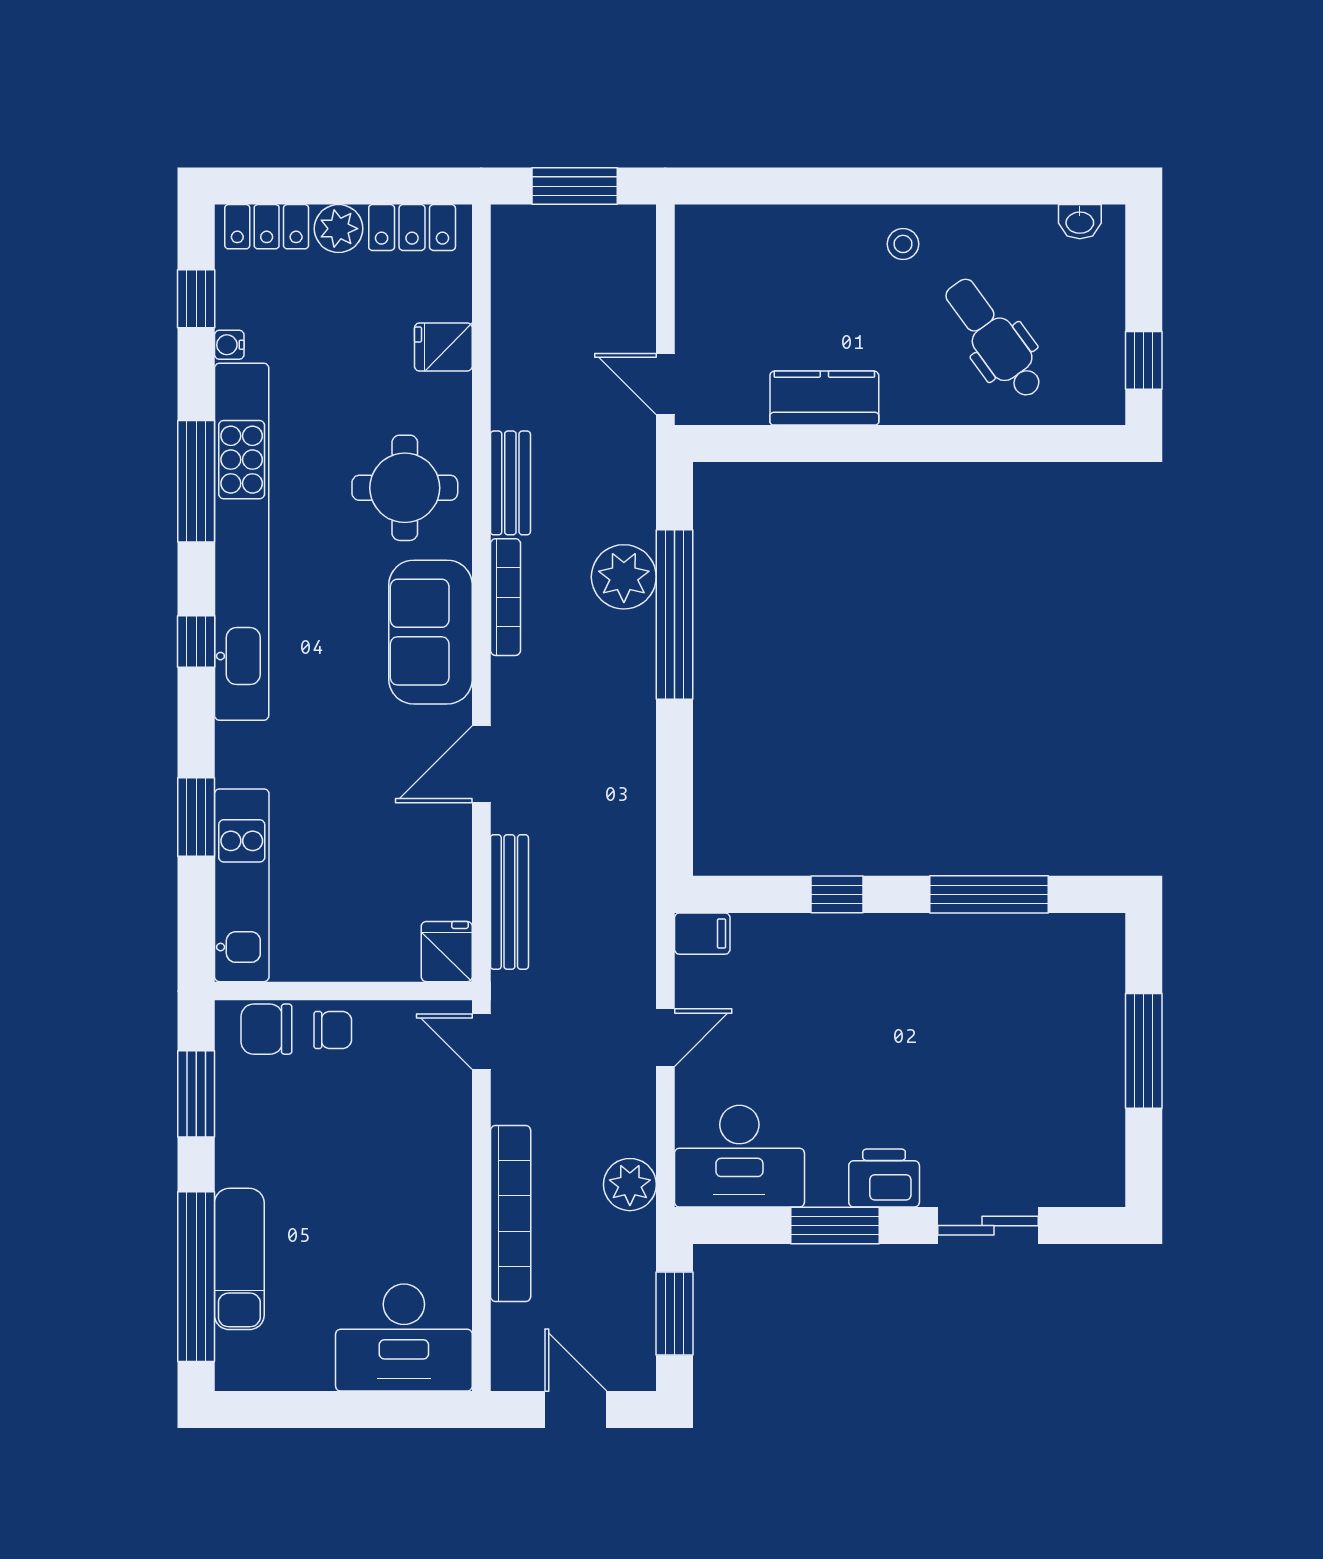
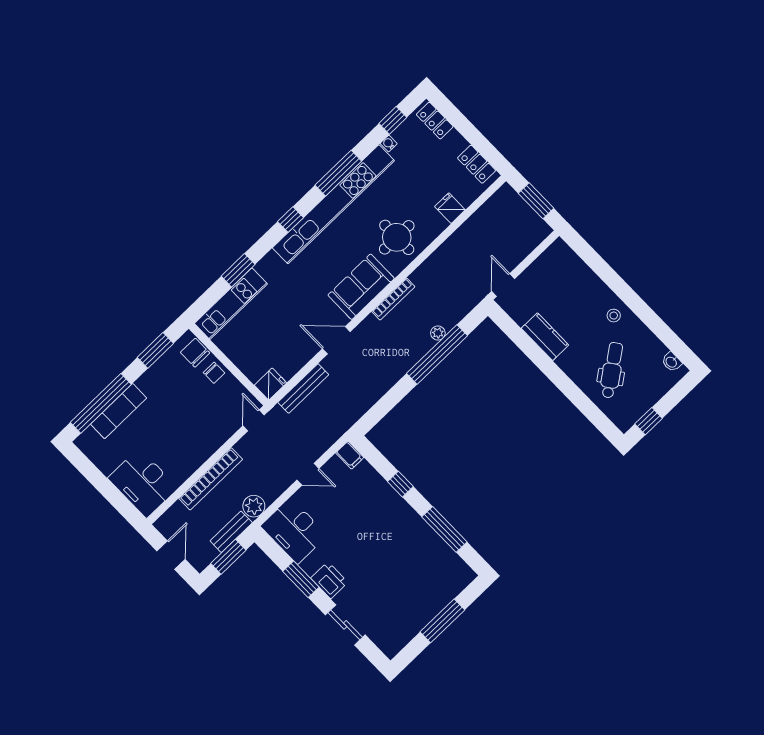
plant: (339, 229) -> (455, 143), removed
bench: (510, 483) -> (231, 532), moved
plant: (624, 577) -> (438, 333), width x0.53, depth x0.53

